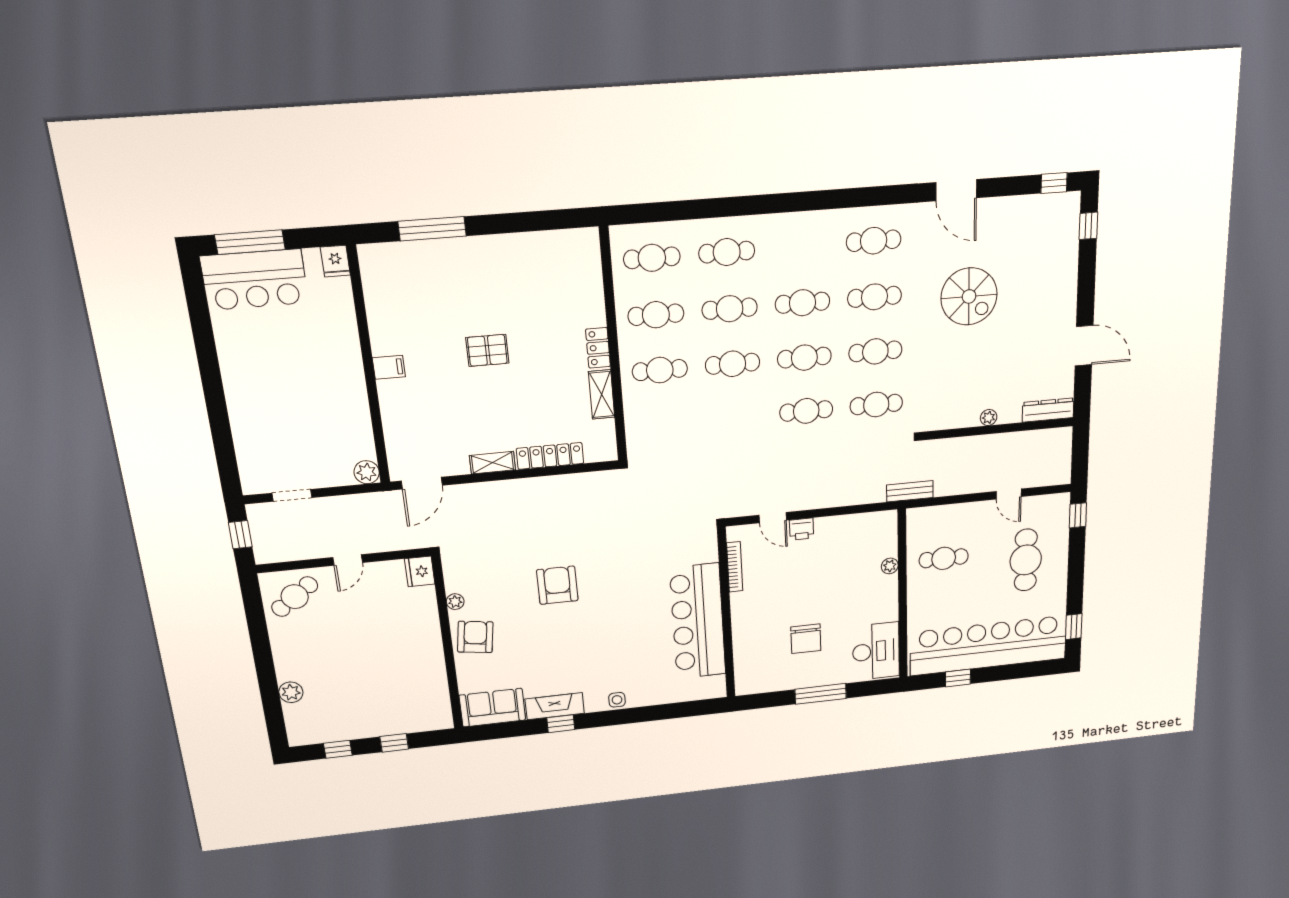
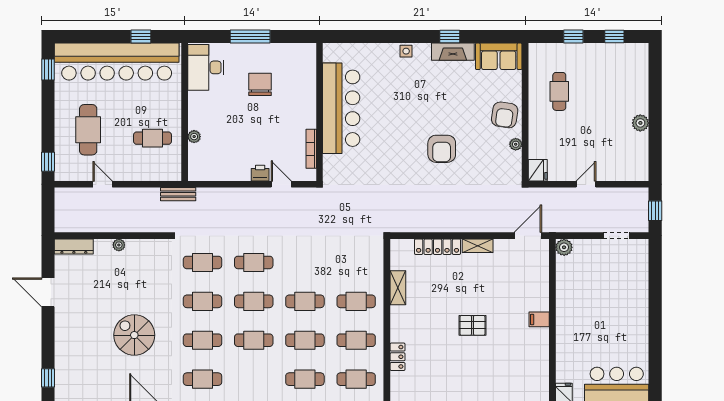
locker: (598, 348) -> (398, 357), moved
cafe table: (295, 597) -> (559, 91), moved, turned -54
plant: (291, 692) -> (640, 123), moved

